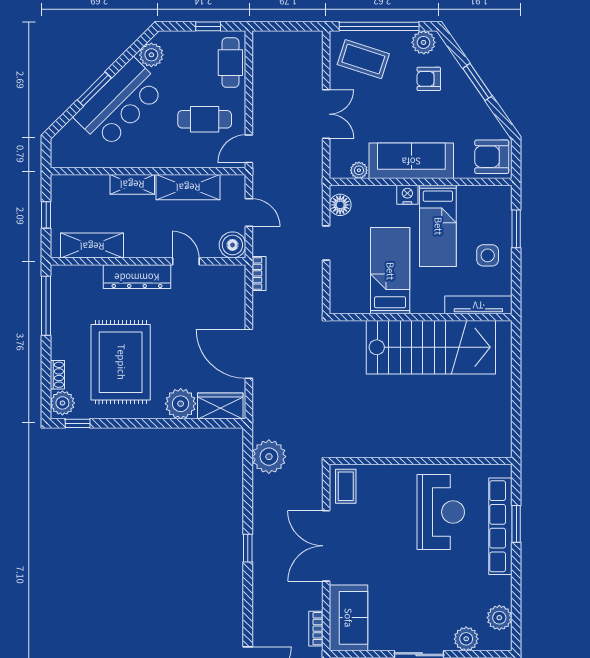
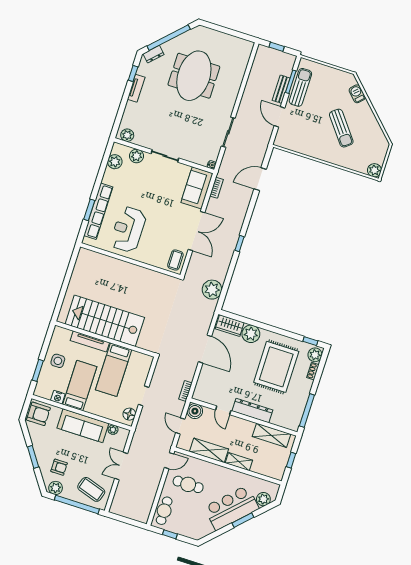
plant: (151, 55) -> (263, 499), moved
nightstand: (407, 195) -> (58, 397), moved
tv unit: (478, 305) -> (90, 341), moved

